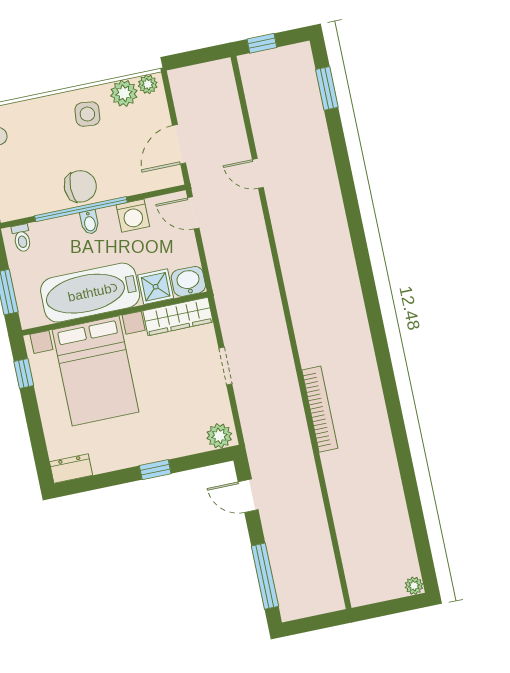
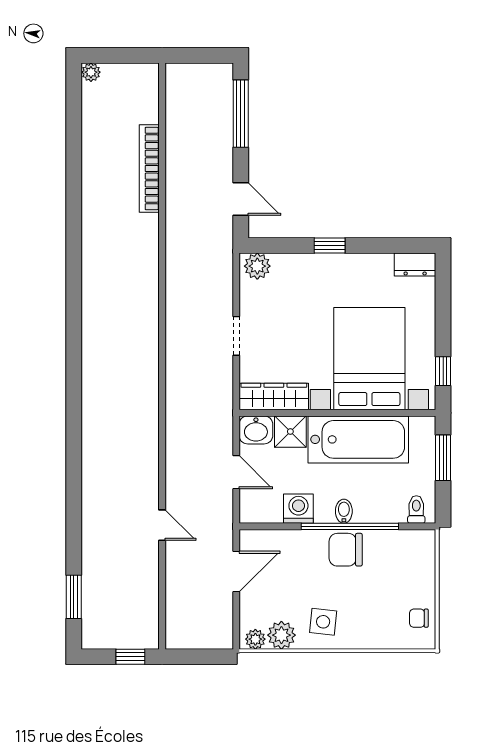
door: (193, 213) -> (236, 472), moved
bookcase: (320, 409) -> (149, 169), moved

